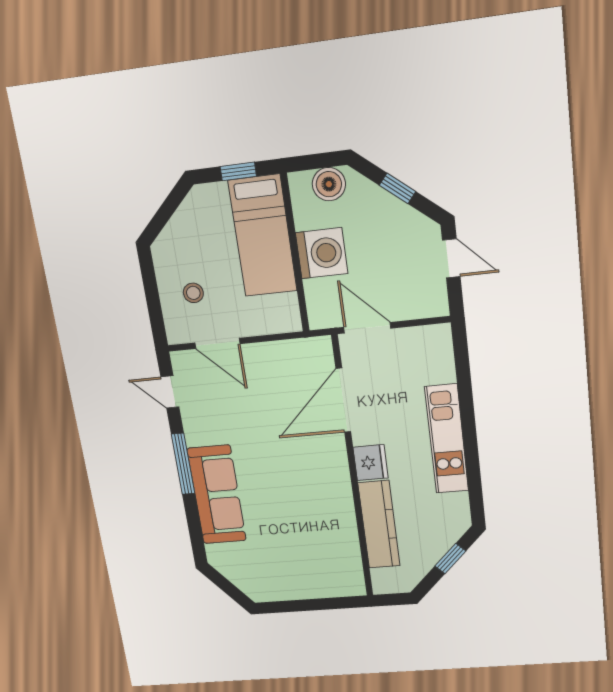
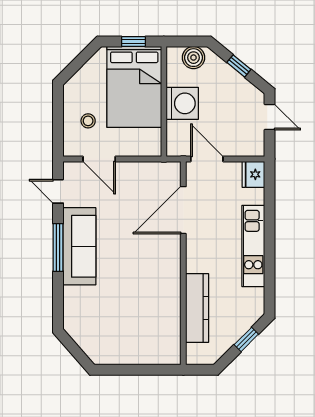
bed: (263, 236) -> (134, 87), width x1.50
fridge: (371, 463) -> (253, 174), moved, turned 180
sofa: (217, 495) -> (79, 246), moved

